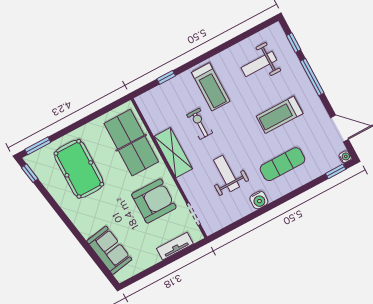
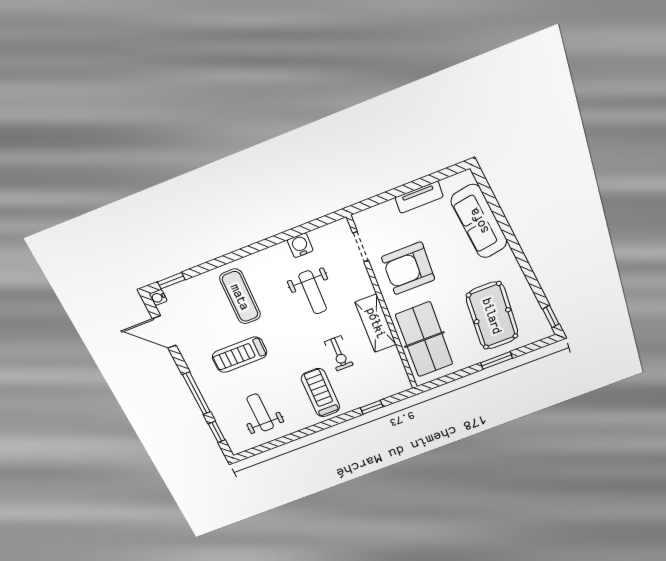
weight bench: (259, 64) -> (260, 413), turned -90
treadmill: (280, 115) -> (240, 355), turned 180
window: (38, 146) -> (496, 360), moved
exercise mat: (282, 164) -> (240, 297), turned 90
water cooler: (259, 200) -> (300, 245), moved
tv unit: (175, 246) -> (419, 197), moved
sofa: (109, 250) -> (479, 221), width x1.36

